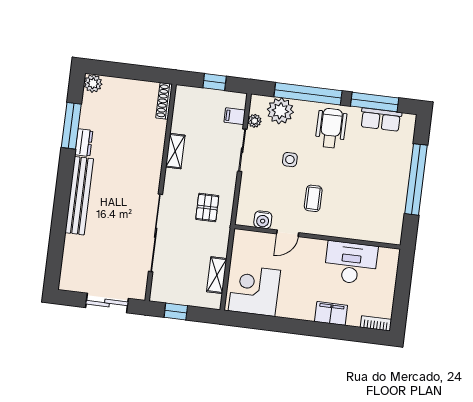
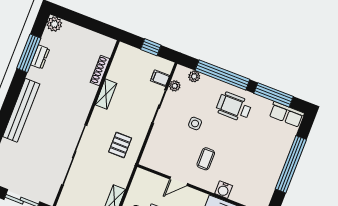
shoe rack: (164, 101) -> (100, 71), moved
plant: (280, 111) -> (194, 76), width x0.53, depth x0.53
row of seats: (381, 120) -> (286, 114), moved
wheelchair: (331, 128) -> (234, 107), turned -90
dresser: (84, 143) -> (40, 57), moved
water cooler: (263, 220) -> (224, 190), moved

